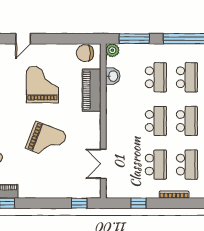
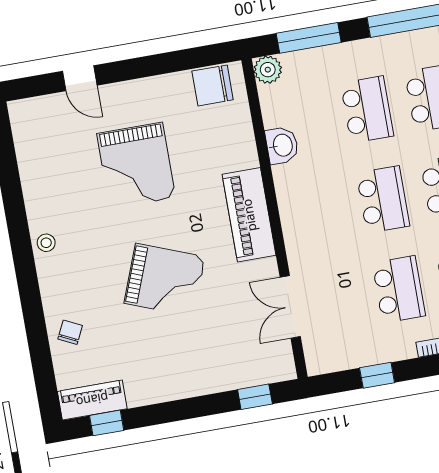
door: (23, 39) -> (80, 78), hinge flipped
washbasin: (113, 76) -> (282, 145), moved
grand piano: (42, 84) -> (136, 166), turned 180
piano: (92, 90) -> (249, 215), moved

